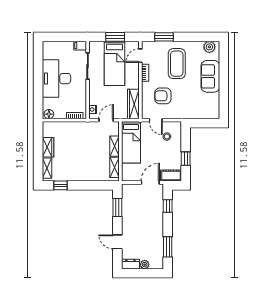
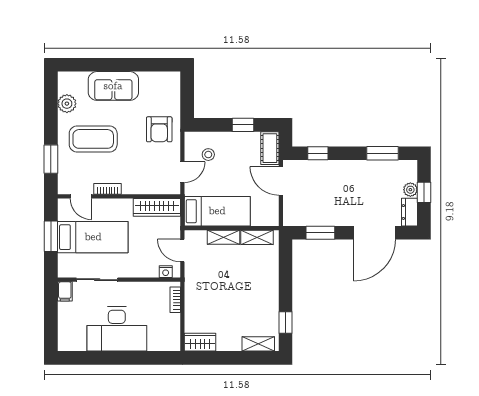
plant: (209, 47) -> (67, 104), moved
armchair: (163, 96) -> (159, 129), moved
floor lamp: (49, 114) -> (173, 341), removed
wardrobe: (48, 147) -> (200, 342), moved
door: (117, 242) -> (375, 233), width x1.88
window: (143, 273) -> (424, 192), added

